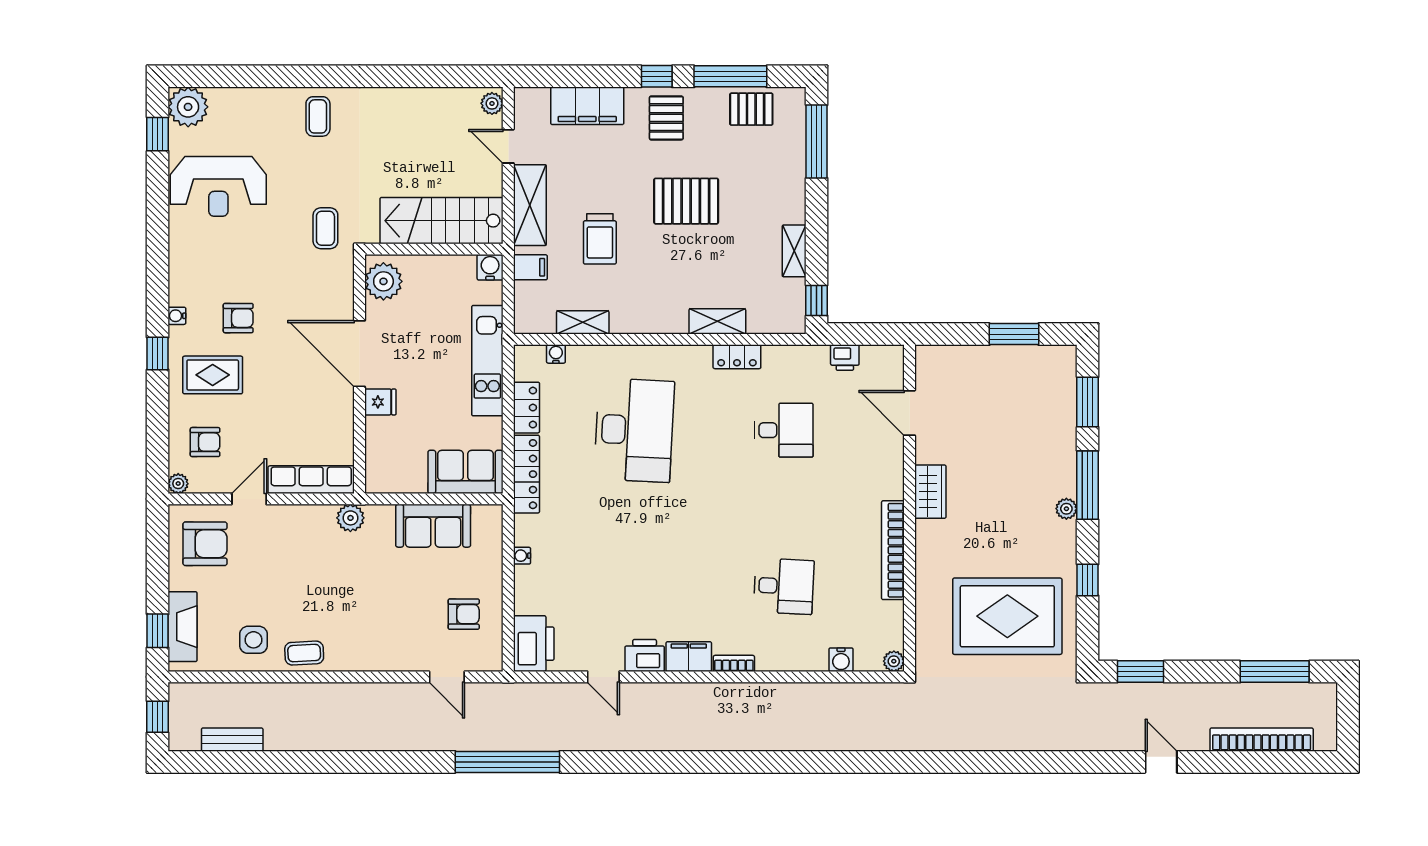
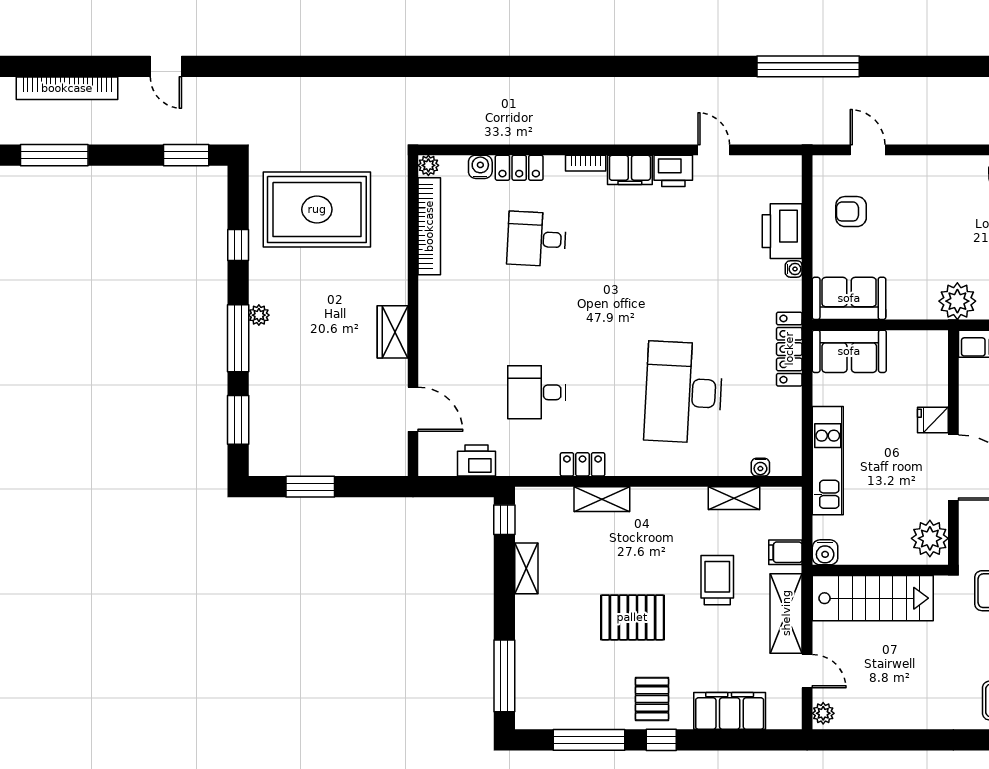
pallet: (751, 109) -> (568, 708), removed
printer: (845, 358) -> (477, 461), width x1.36, depth x1.24
locker: (526, 408) -> (519, 168), moved, turned -90
plant: (350, 518) -> (957, 301), width x1.36, depth x1.36
sofa: (433, 526) -> (849, 298), moved
bookcase: (893, 550) -> (429, 226), moved
printer: (534, 644) -> (782, 231), moved

